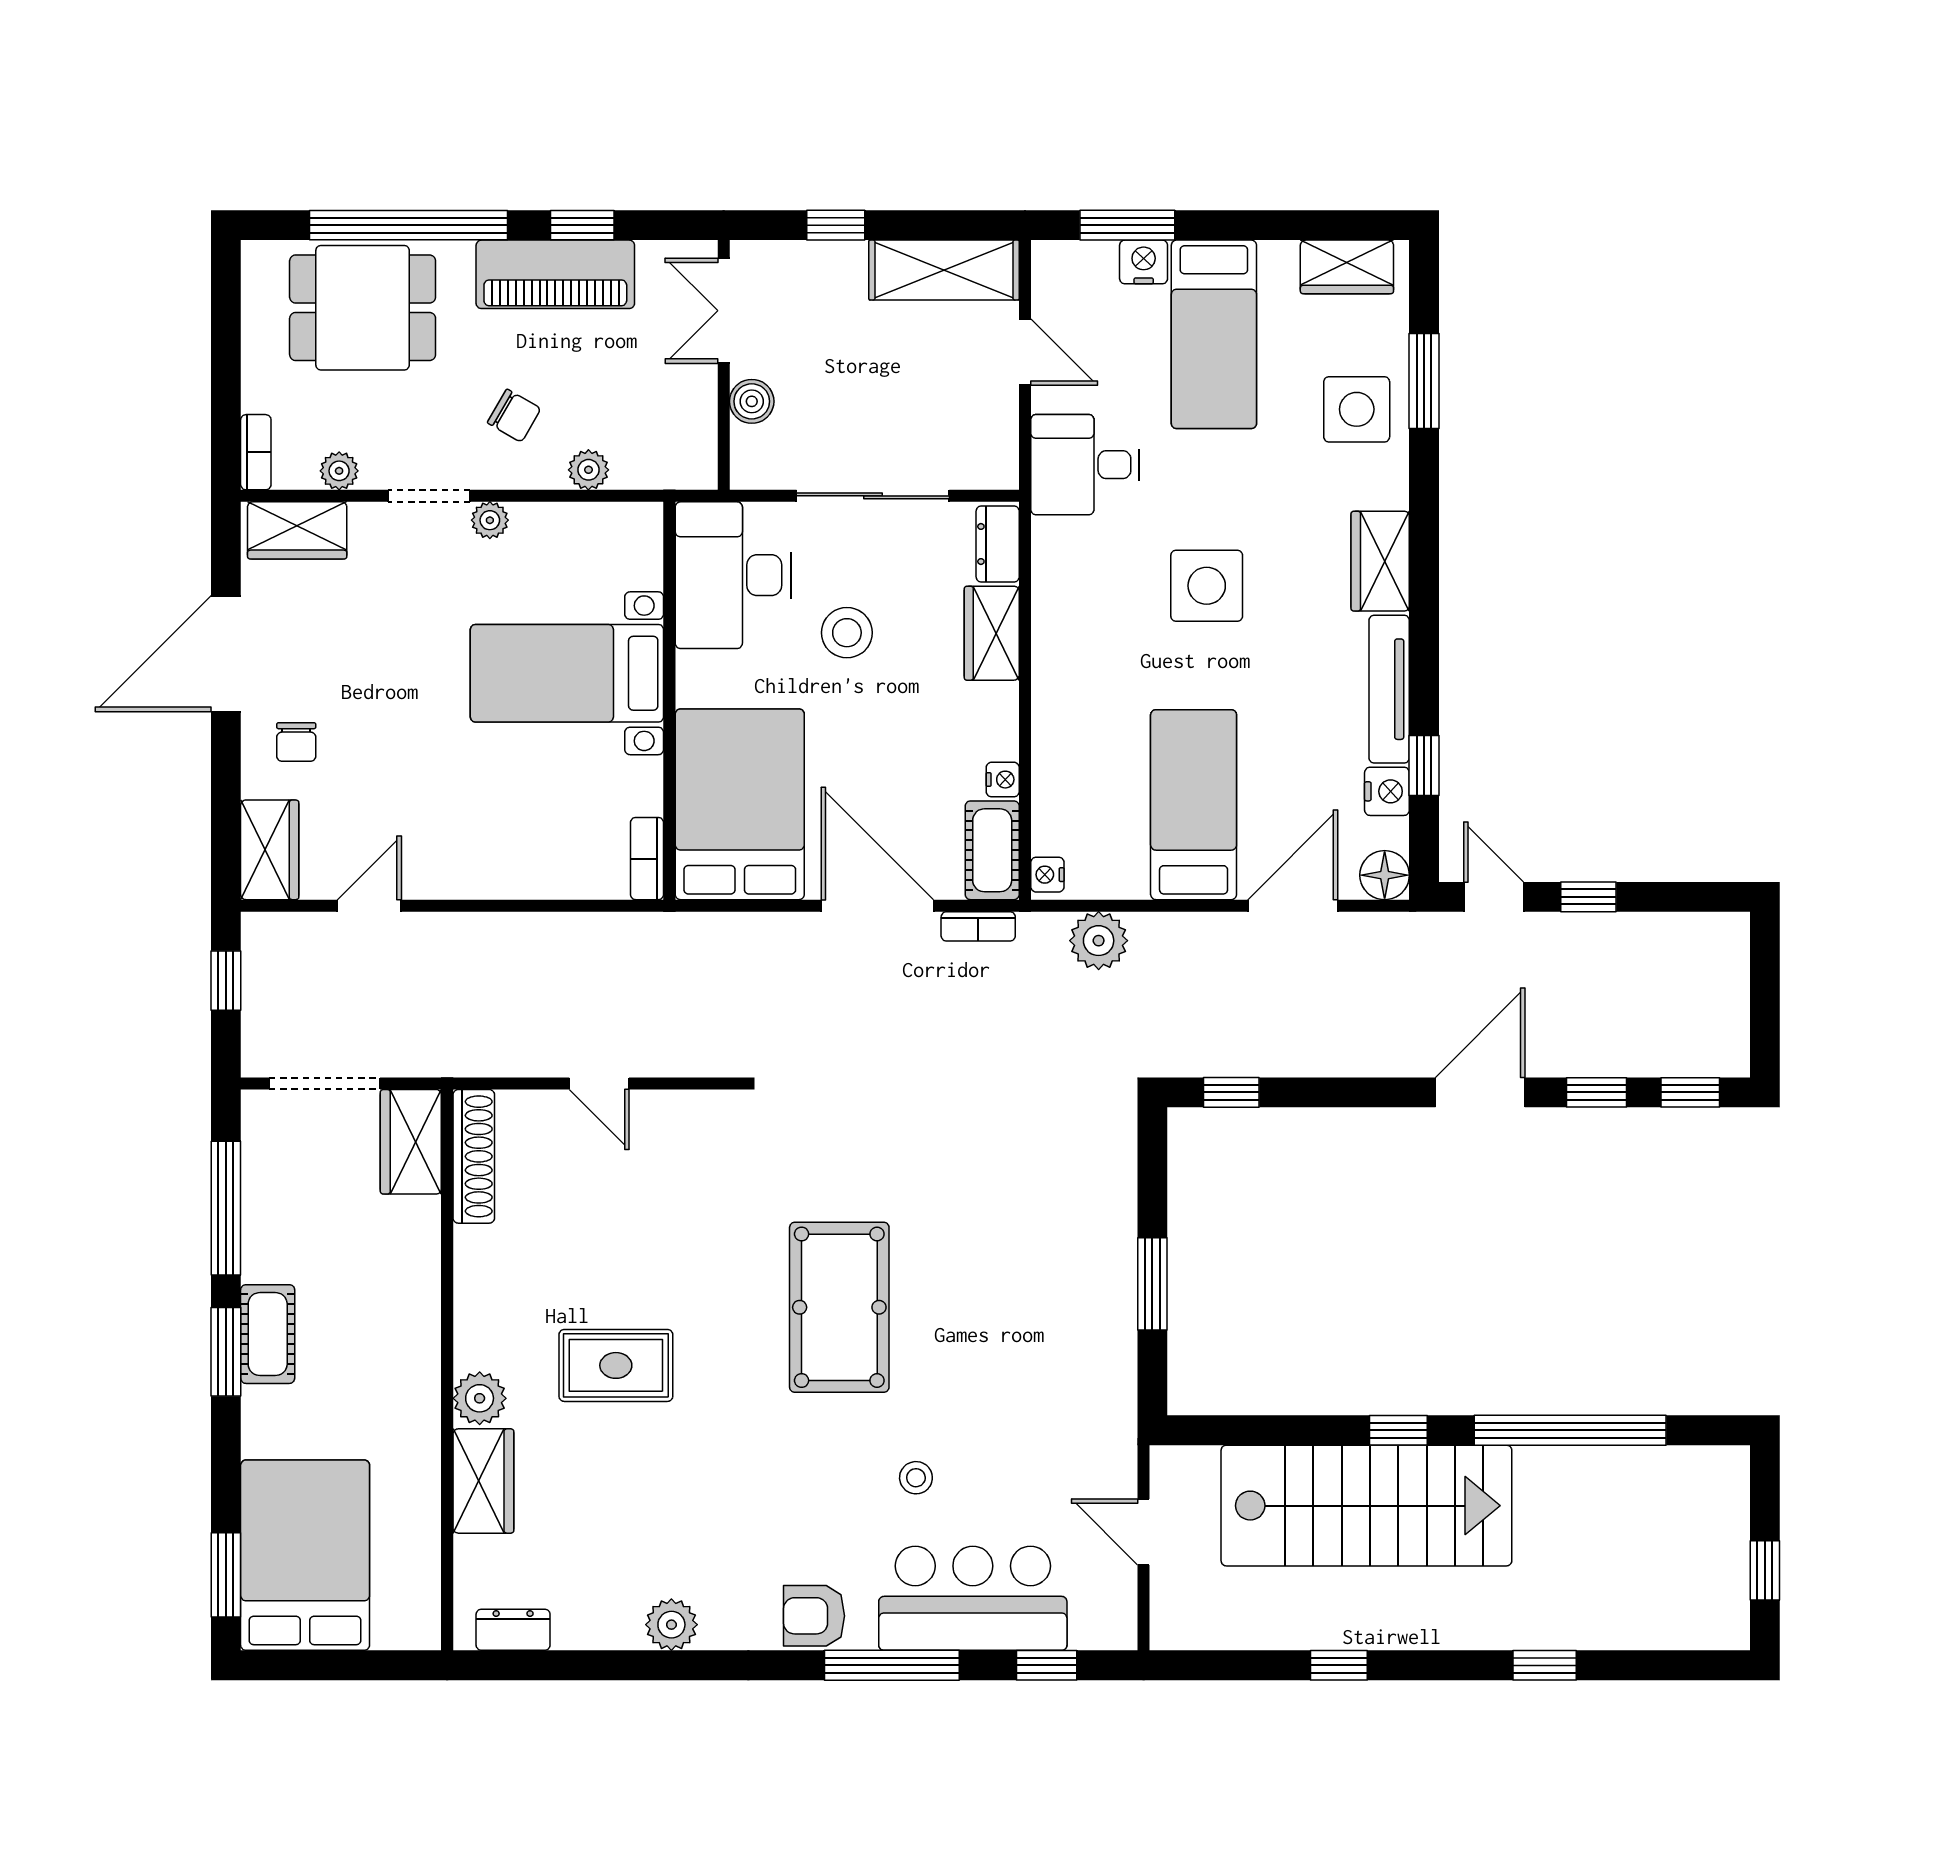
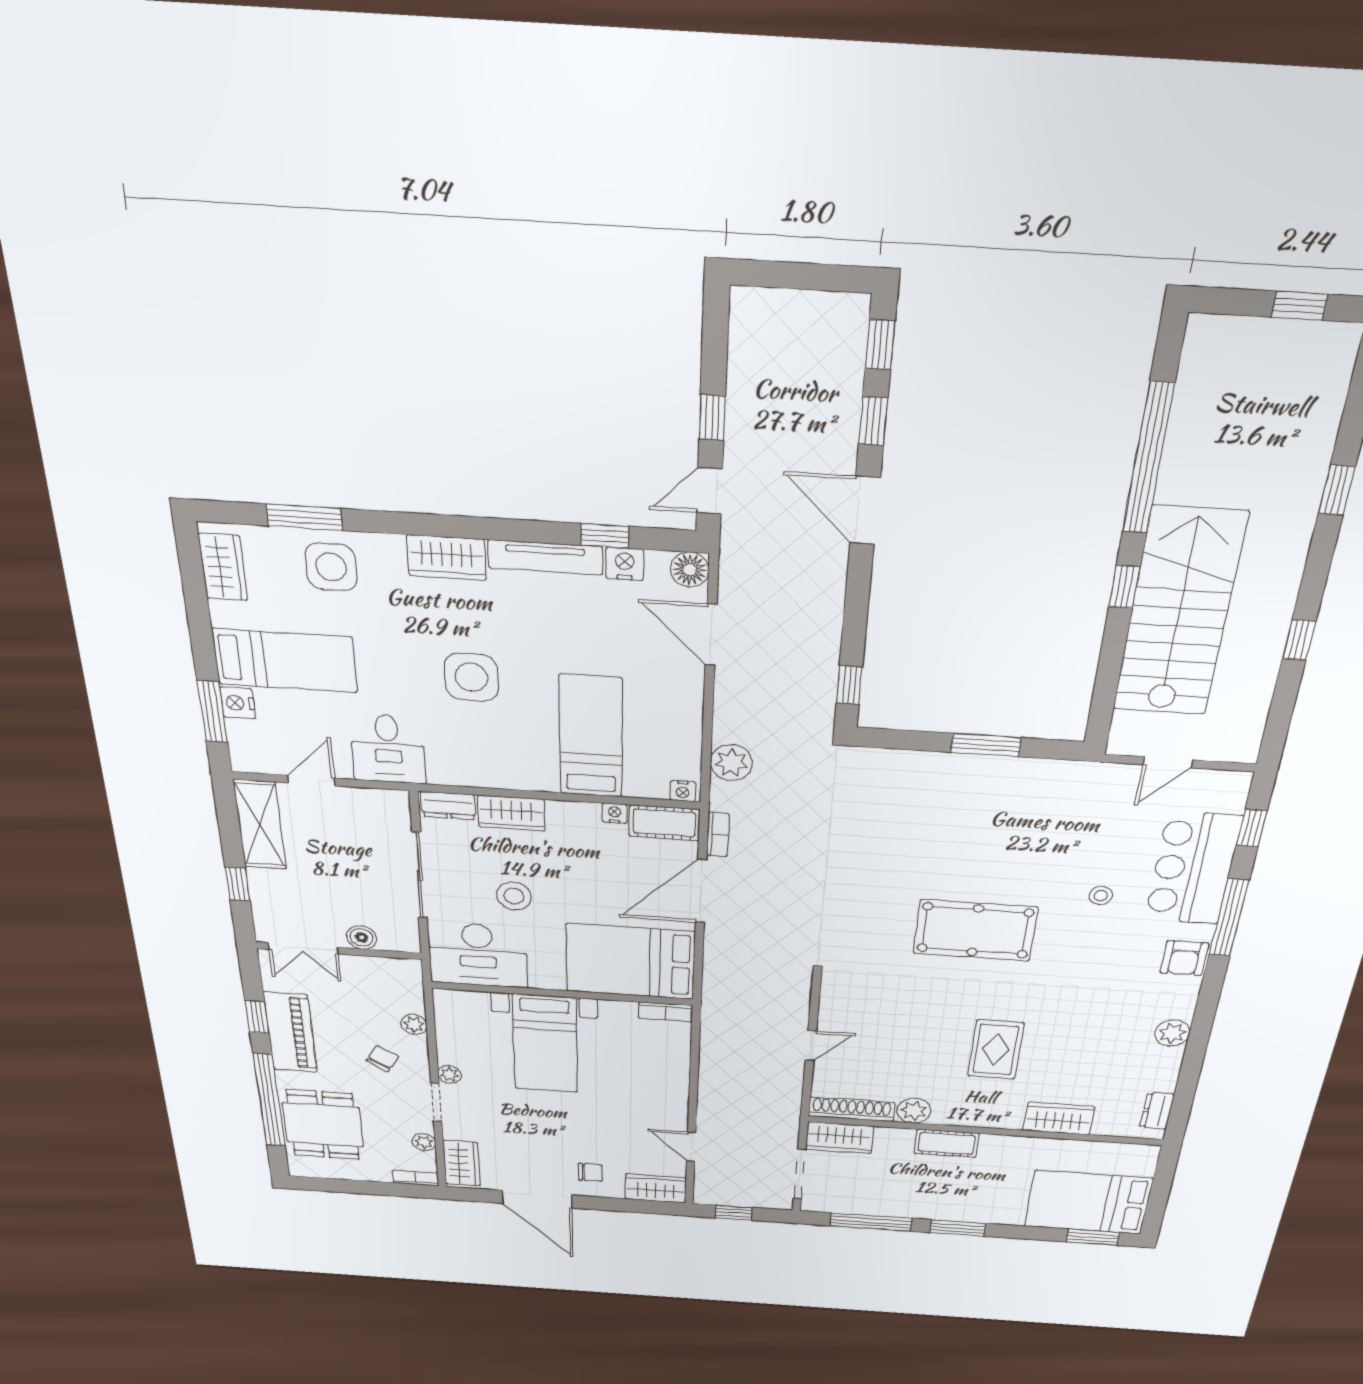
bed: (1194, 805) -> (591, 736), moved, turned 90
cot: (268, 1334) -> (947, 1143), moved
plant: (480, 1398) -> (914, 1111), moved

